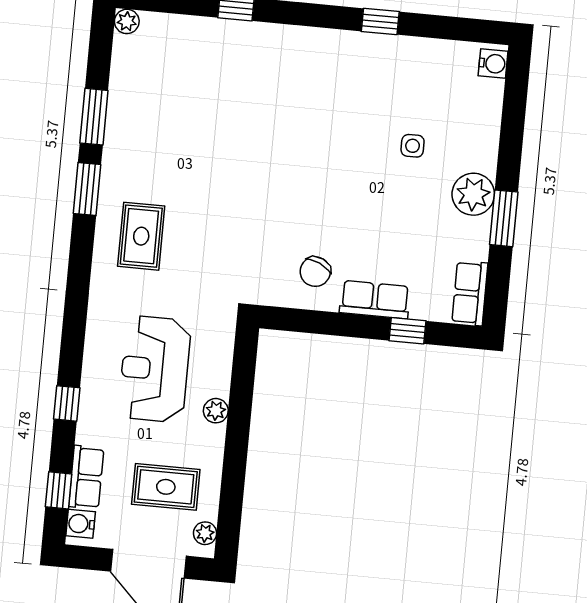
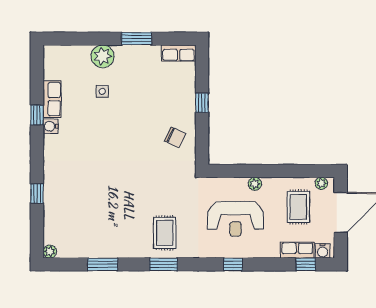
water cooler: (493, 64) -> (51, 126), moved, turned -90
window: (87, 189) -> (164, 264), moved
plant: (473, 194) -> (103, 56), moved
rug: (141, 236) -> (165, 233), turned 90
row of seats: (375, 300) -> (52, 99), moved, turned 180
window: (408, 331) -> (202, 103), moved
window: (67, 403) -> (233, 264), moved

